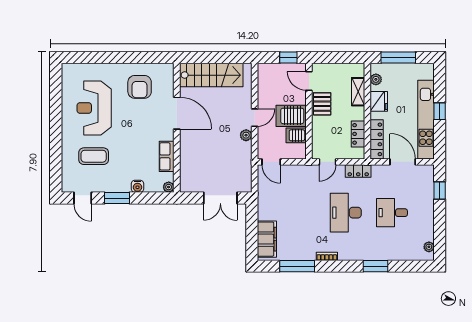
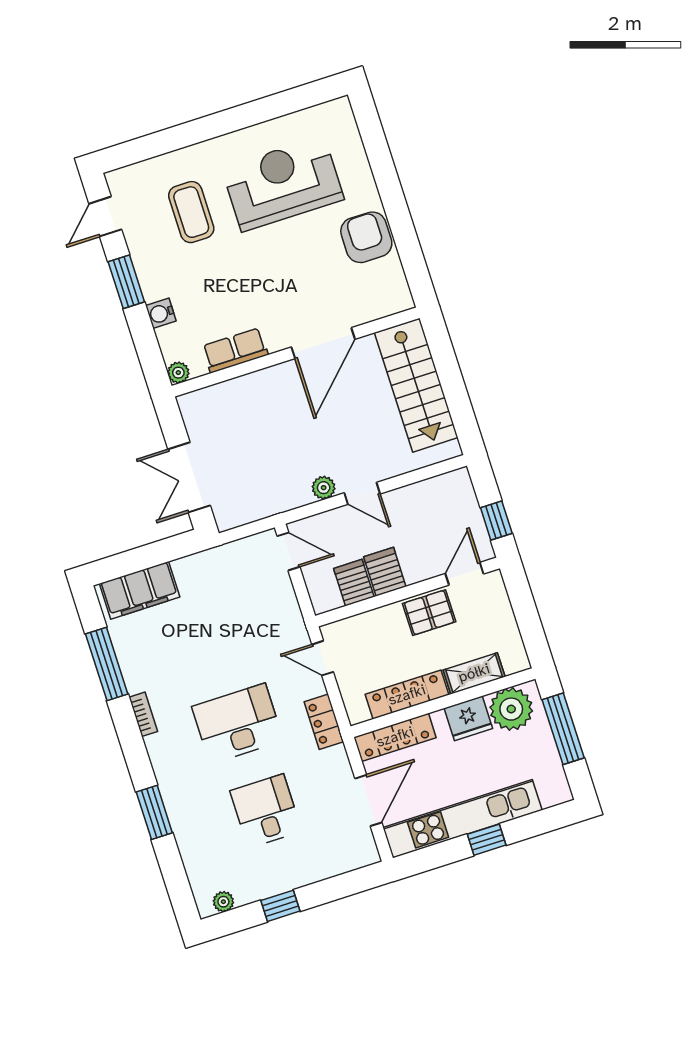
plant: (376, 79) -> (511, 709), width x1.88, depth x1.88
armchair: (140, 87) -> (366, 237), moved, turned 90
server rack: (291, 116) -> (385, 572), width x0.73, depth x0.70
locker: (358, 134) -> (407, 695), width x1.53
door: (271, 162) -> (288, 551), swing flipped
window: (440, 190) -> (280, 906), moved

